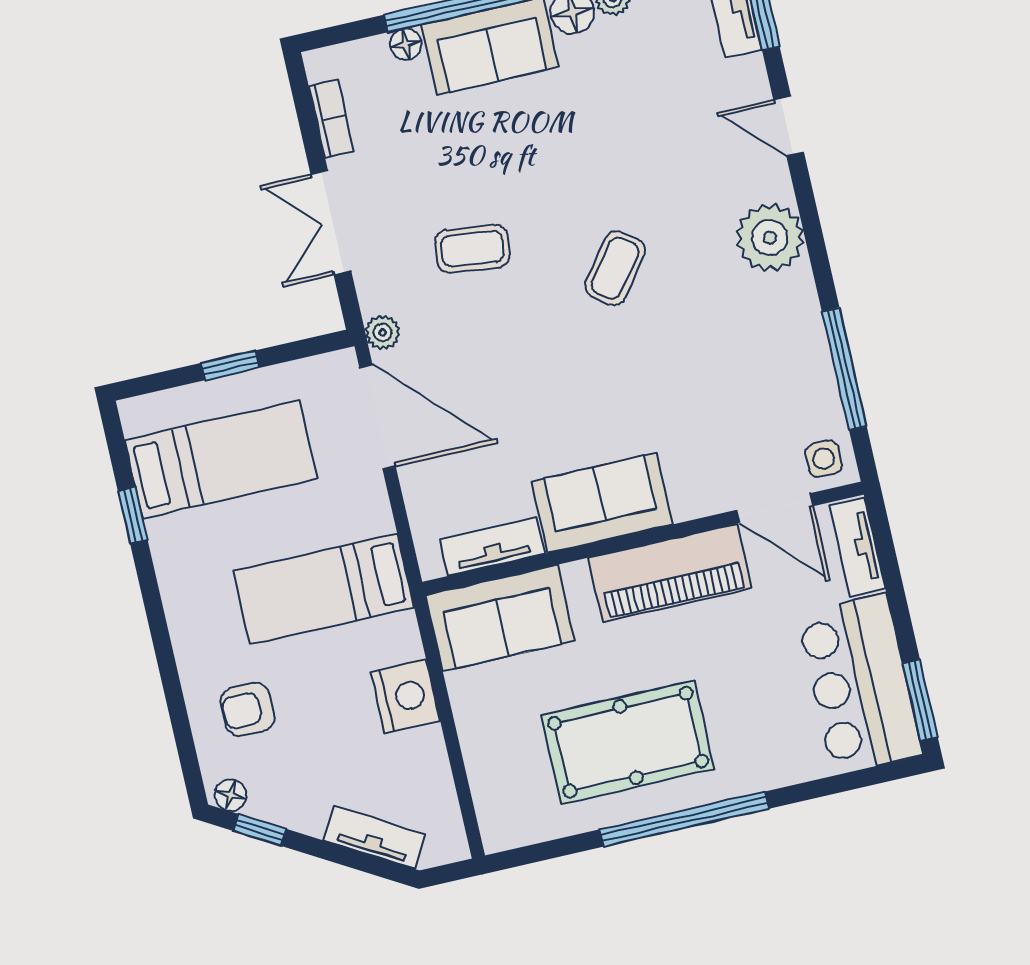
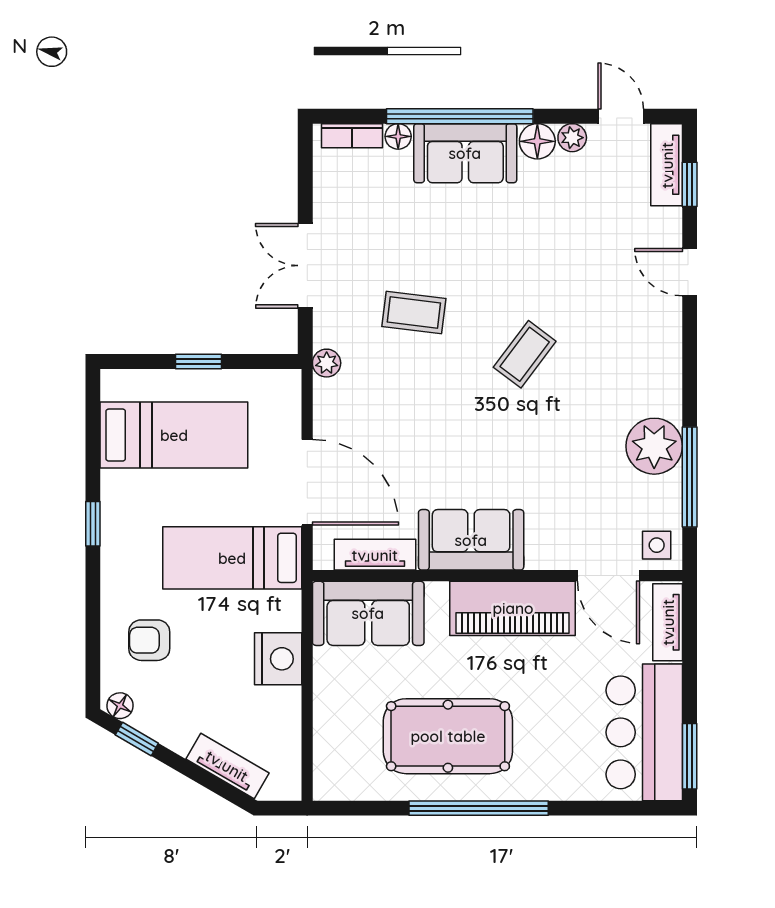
bookcase: (331, 119) -> (352, 136), moved, turned 90
plant: (770, 238) -> (654, 446), moved
door: (378, 417) -> (307, 482), moved
window: (133, 515) -> (93, 524), moved

